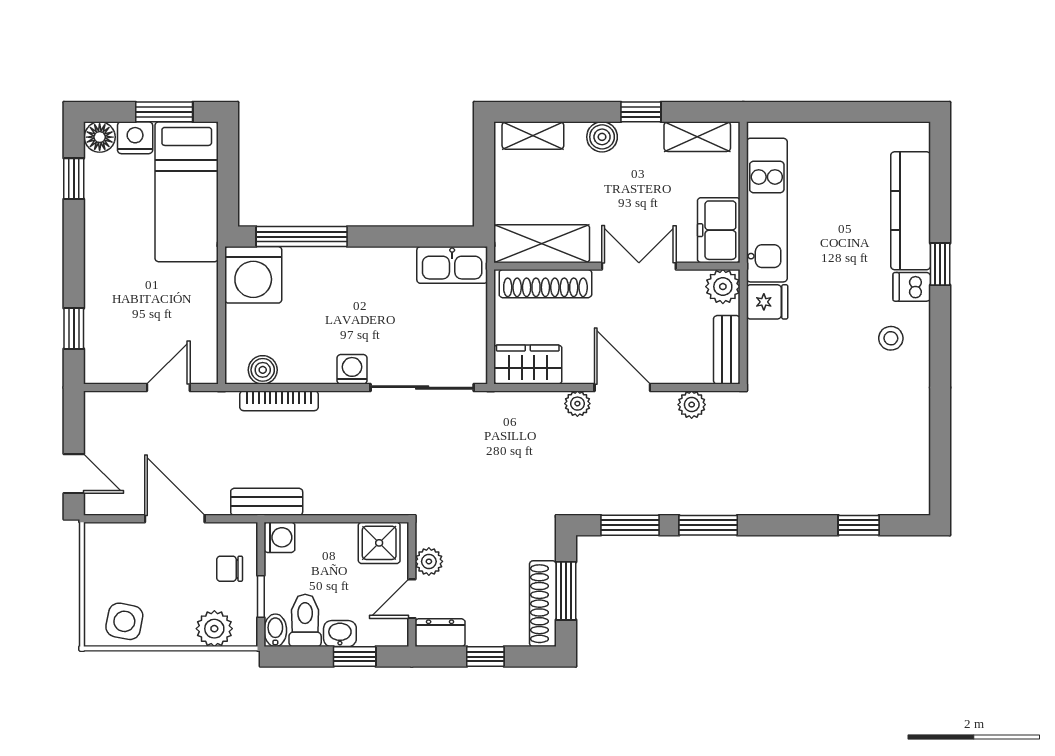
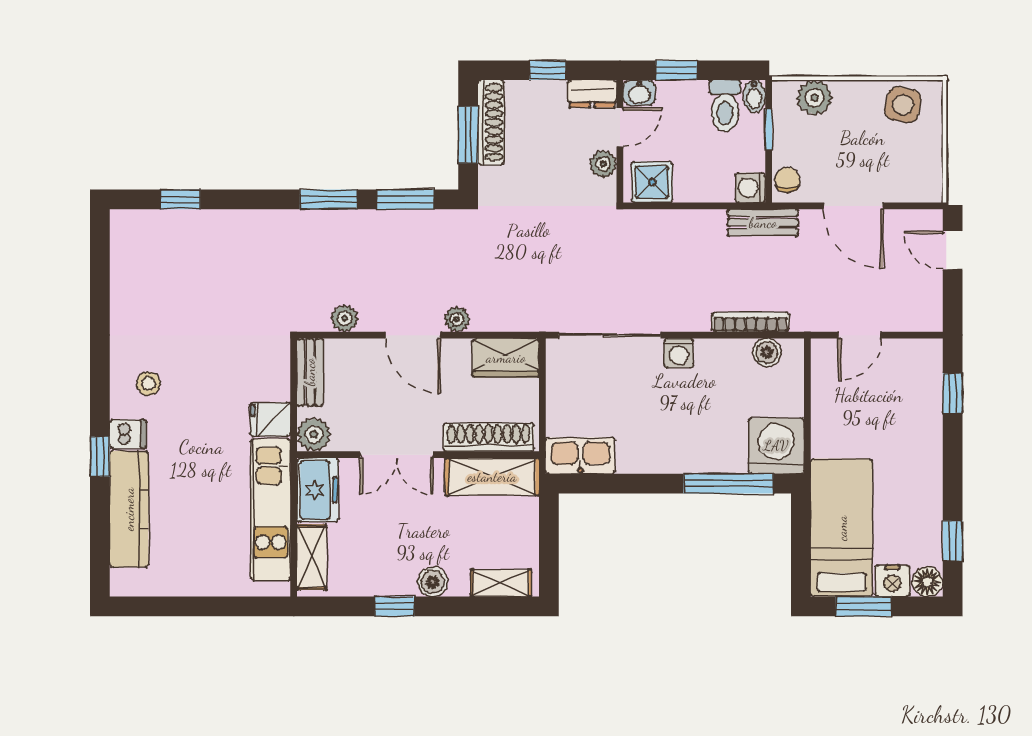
shelving: (697, 137) -> (312, 557), moved, turned 90
chair: (230, 569) -> (787, 180), moved, turned -90
washbasin: (340, 634) -> (639, 93), moved

